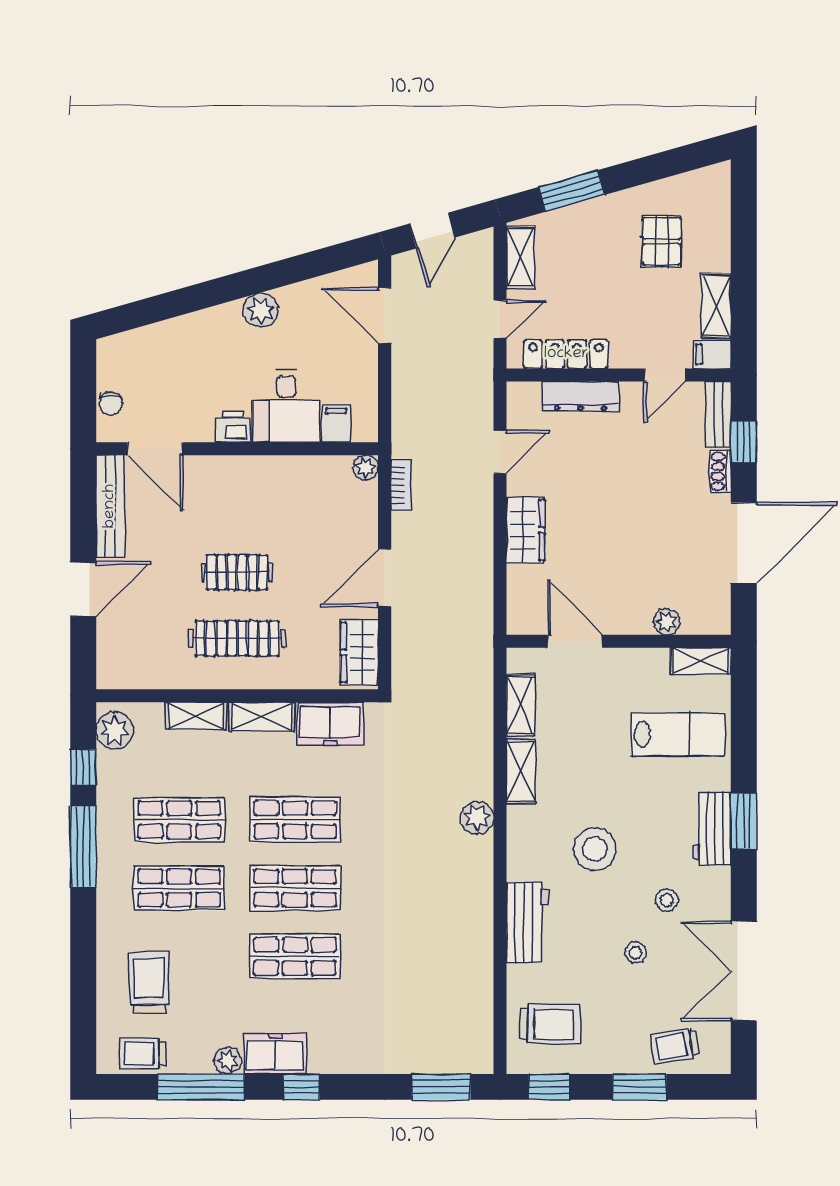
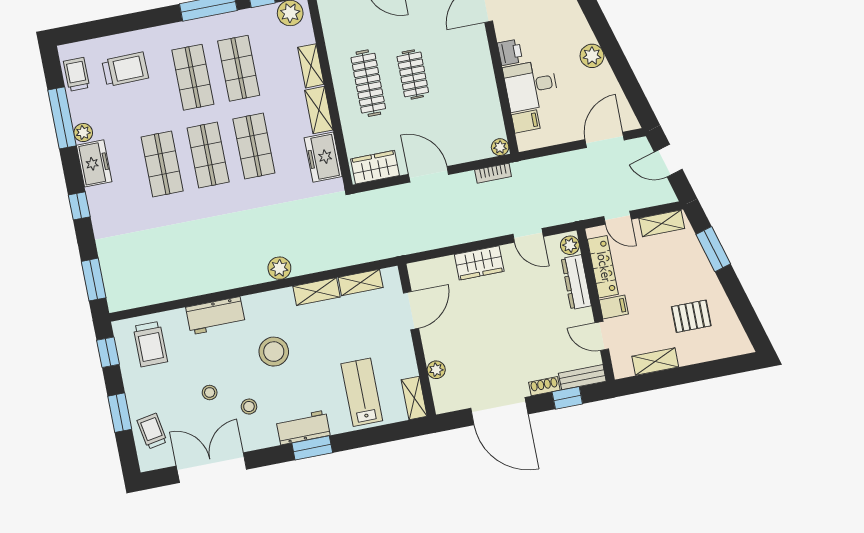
filing cabinet: (712, 354) -> (614, 307), moved, turned 90
plant: (526, 395) -> (570, 245), added
lab bench: (678, 734) -> (362, 392), turned 180
window: (302, 1087) -> (79, 206), moved

